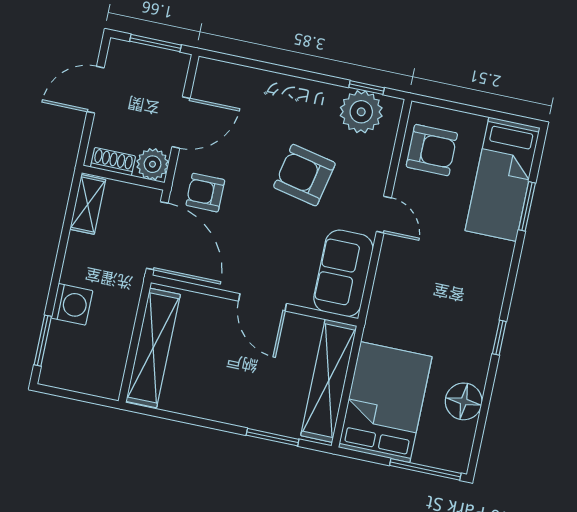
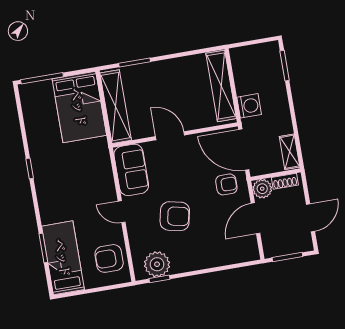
washing machine: (72, 304) -> (249, 106), moved, turned 180
floor lamp: (464, 401) -> (36, 125), removed

